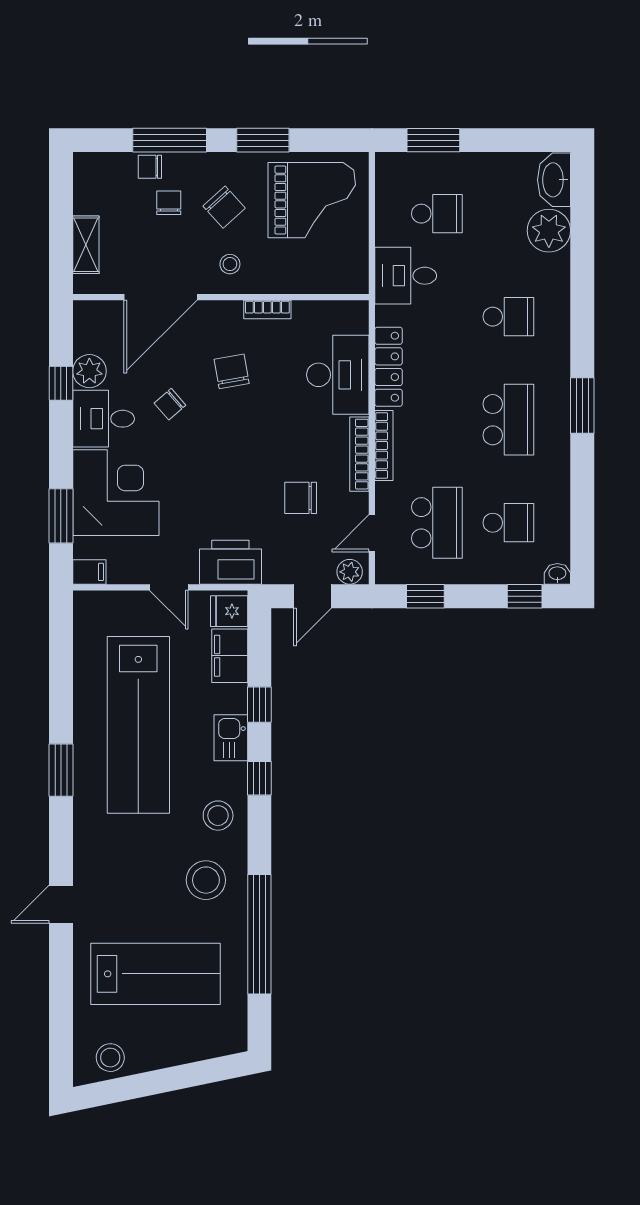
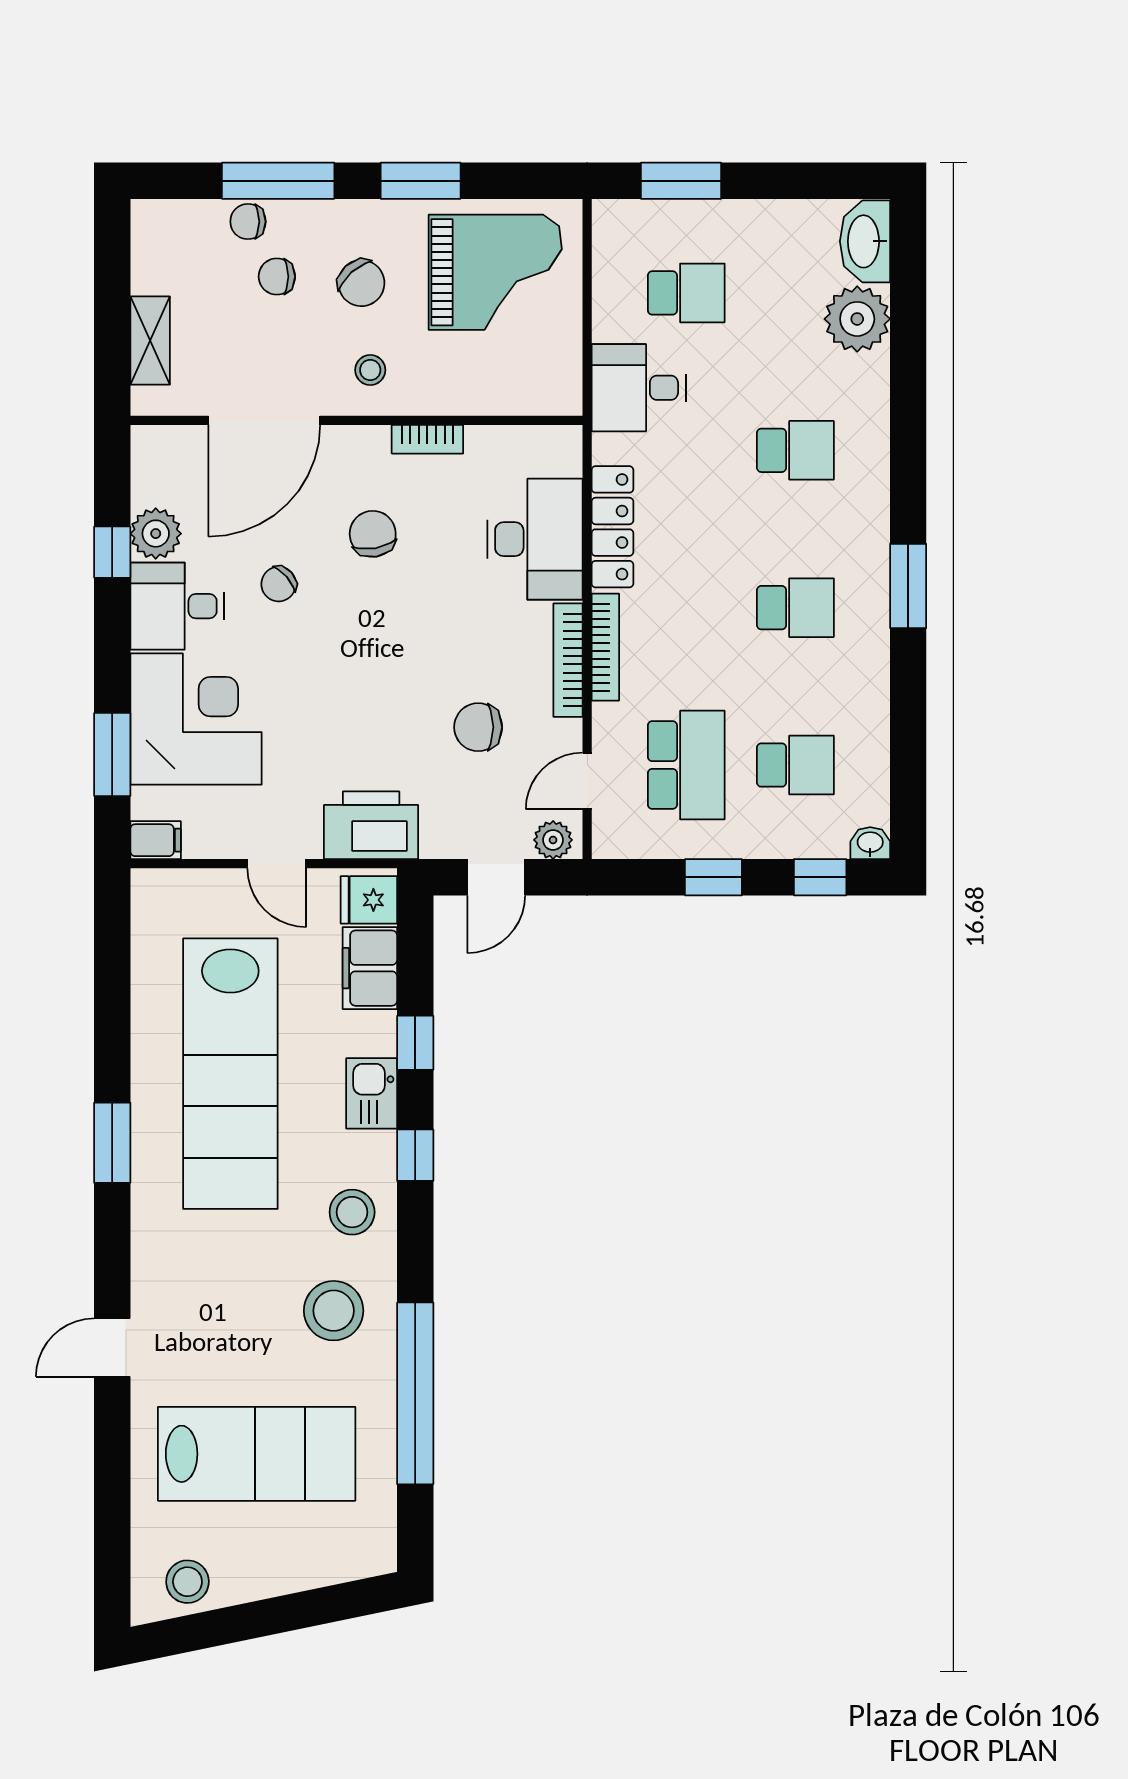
chair: (169, 203) -> (277, 277), turned -90
school desk: (508, 420) -> (795, 608), width x0.54
window: (425, 596) -> (713, 877), moved

